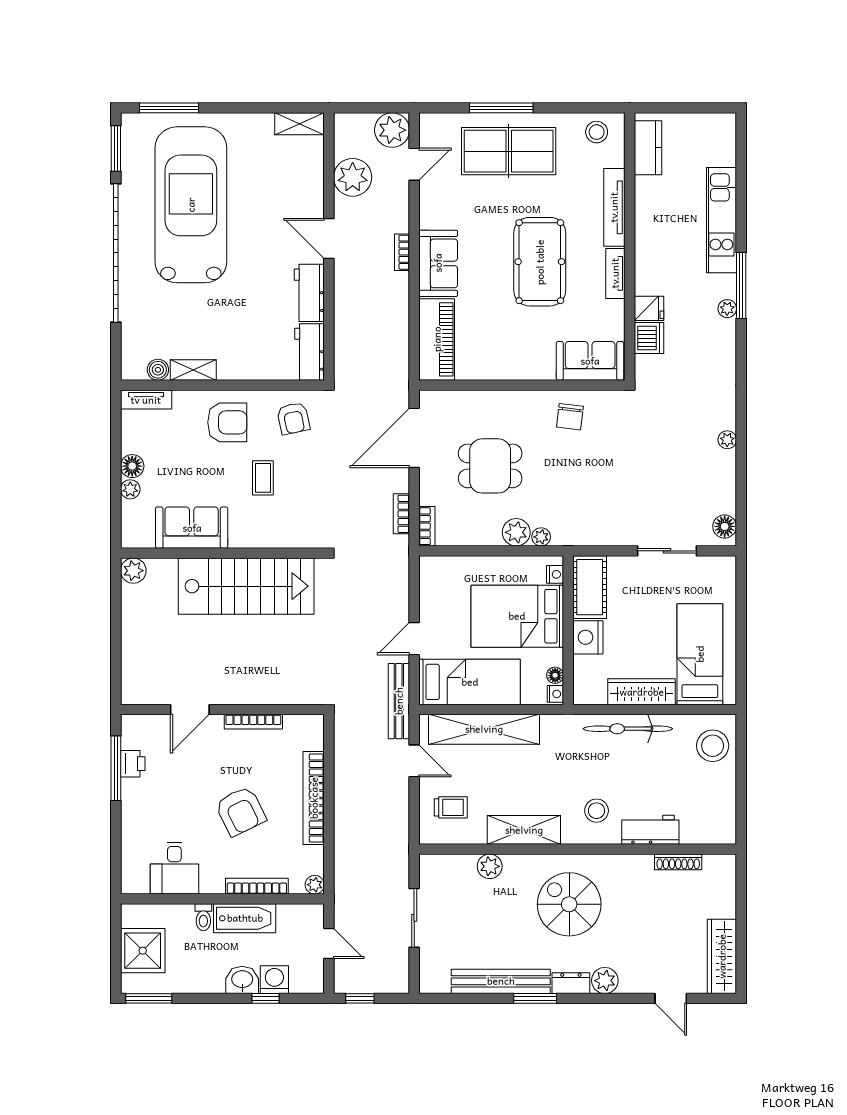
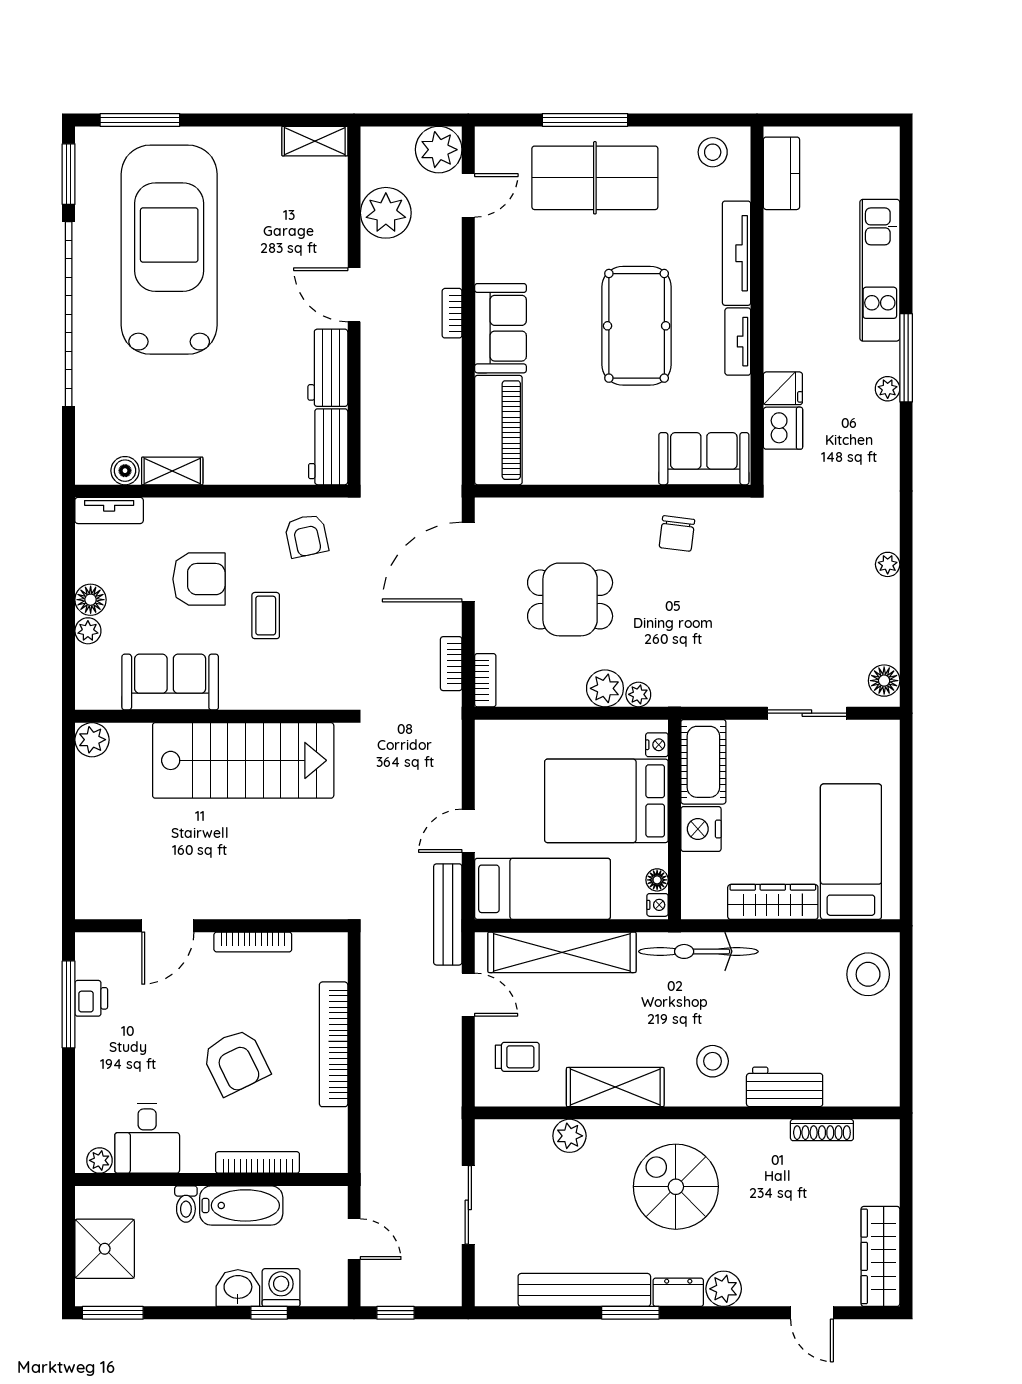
armchair: (227, 422) -> (199, 579), moved
bicycle: (628, 729) -> (698, 951), moved
plant: (315, 885) -> (100, 1160), moved

